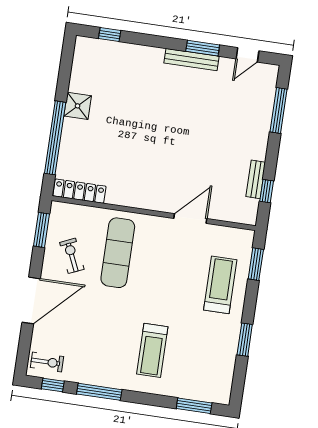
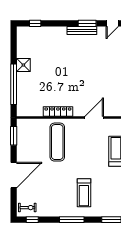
locker: (79, 191) -> (58, 111), moved
exercise bike: (72, 256) -> (32, 147), removed
window: (99, 392) -> (72, 220), moved

